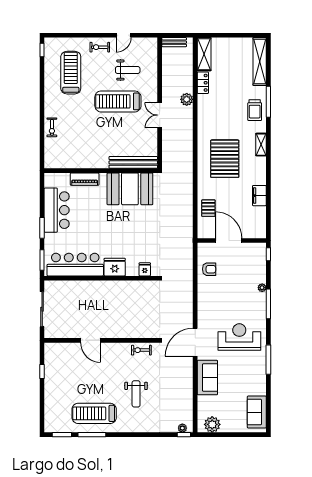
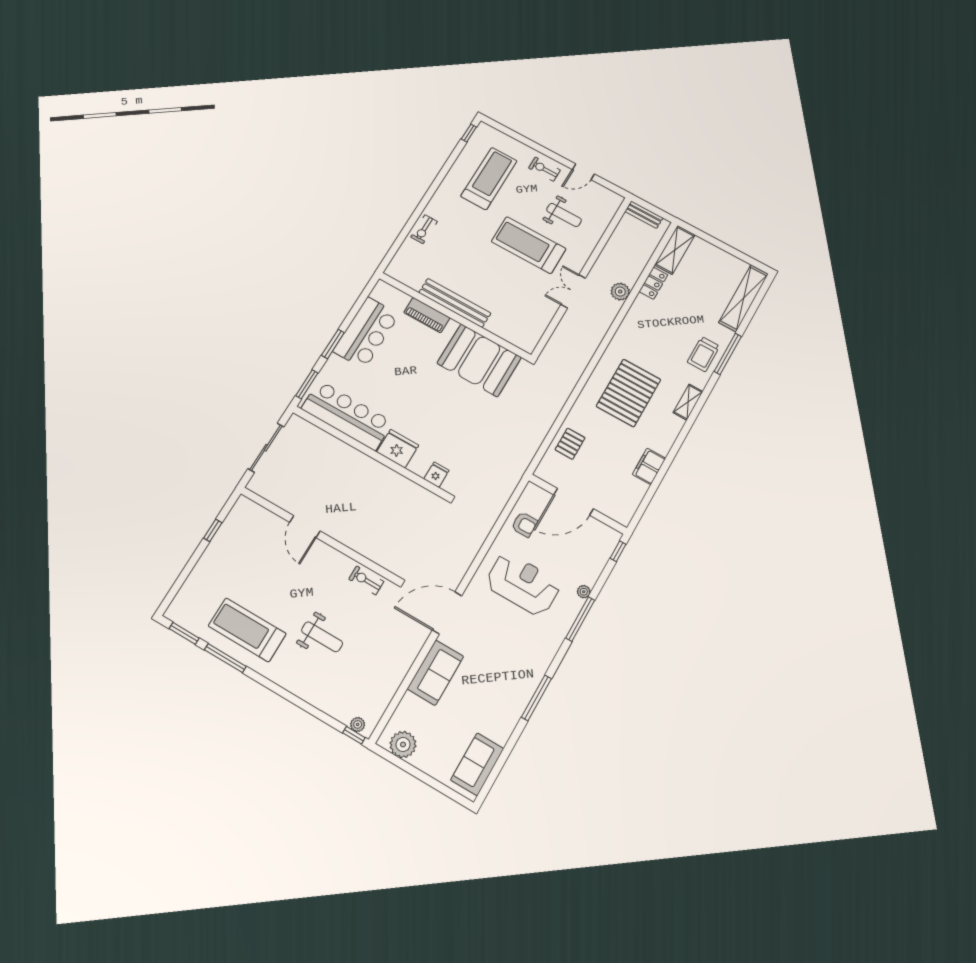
bench: (133, 162) -> (455, 303), moved
door: (229, 241) -> (573, 502), swing flipped
reception desk: (239, 337) -> (523, 584), moved
weight bench: (136, 394) -> (322, 637), turned -90

